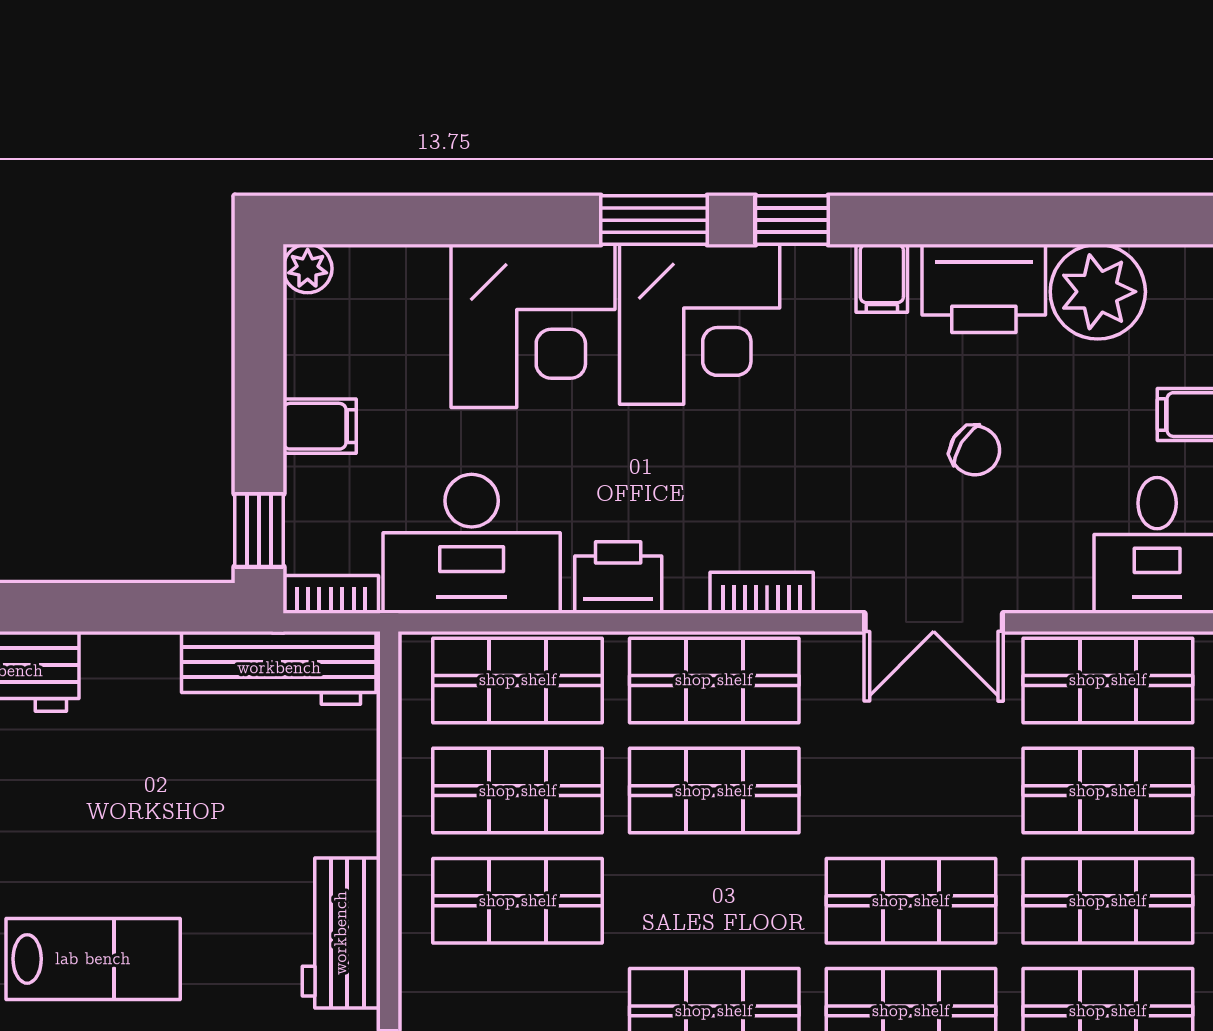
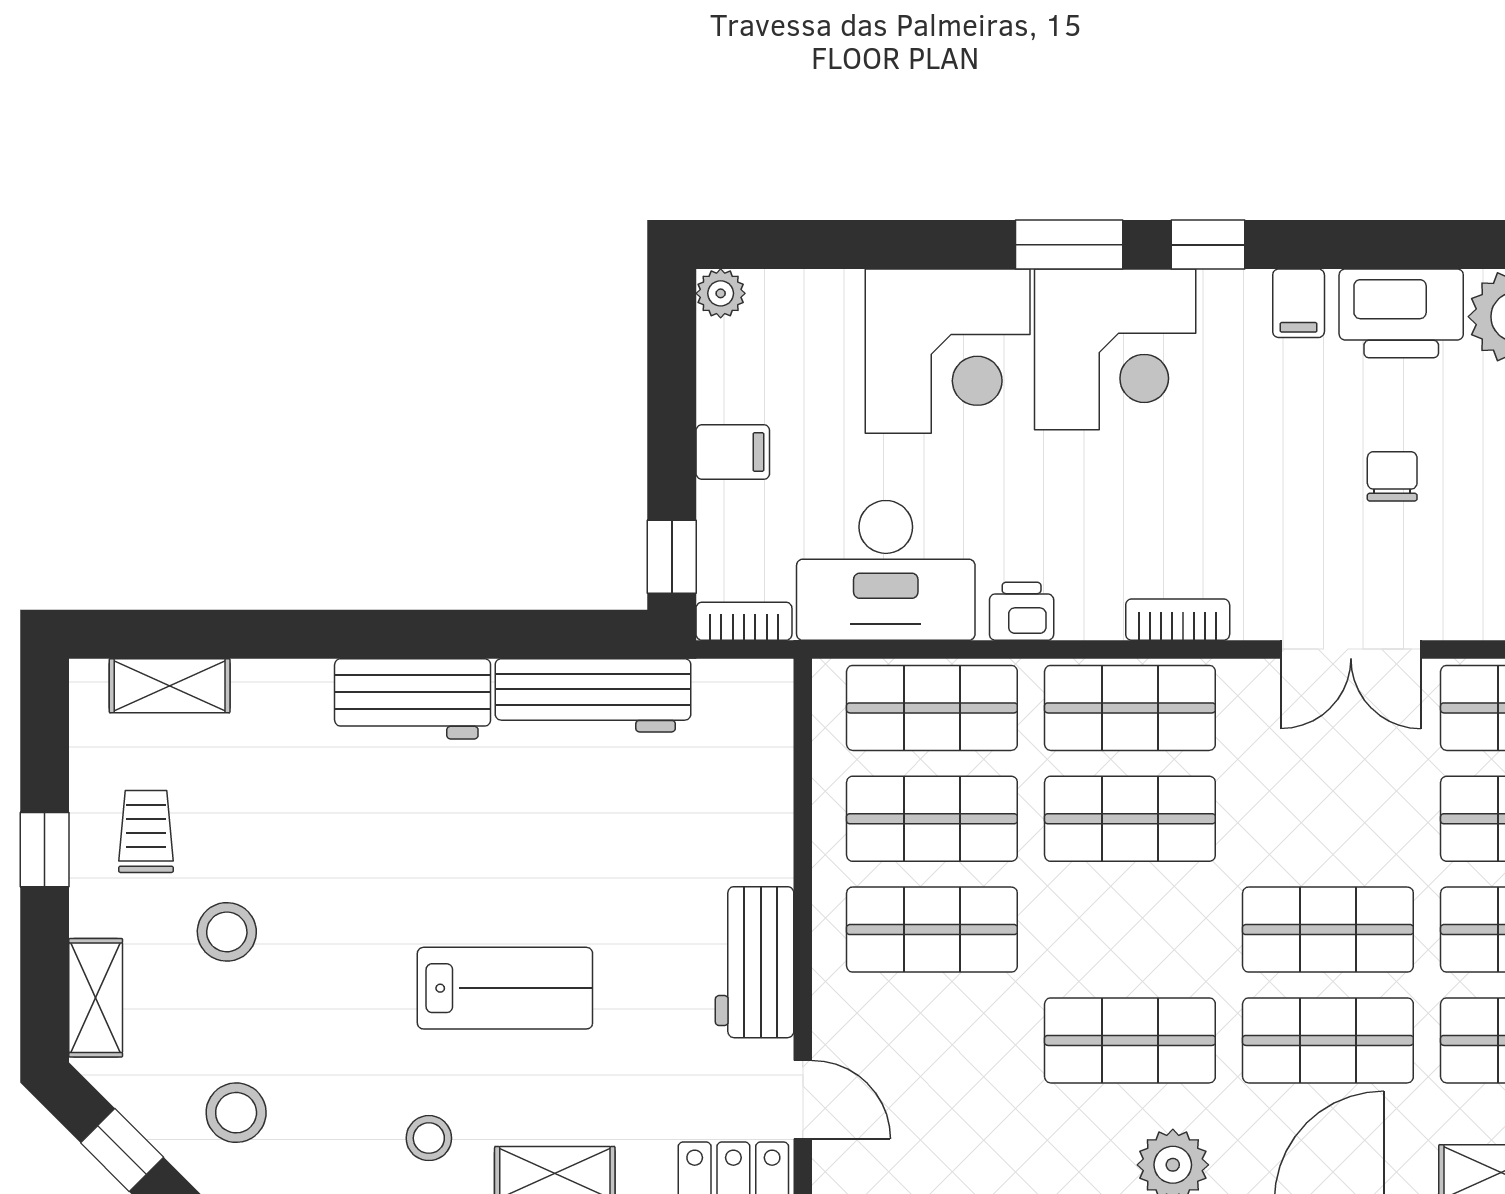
chair: (975, 450) -> (1392, 476), turned -122
printer: (618, 577) -> (1022, 611), width x0.73, depth x0.81
workbench: (279, 668) -> (593, 695), moved

